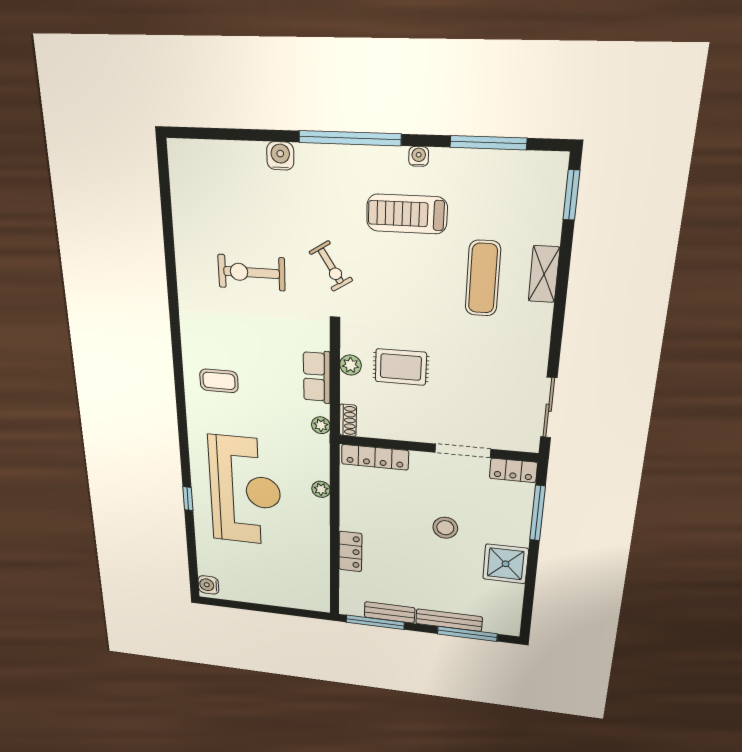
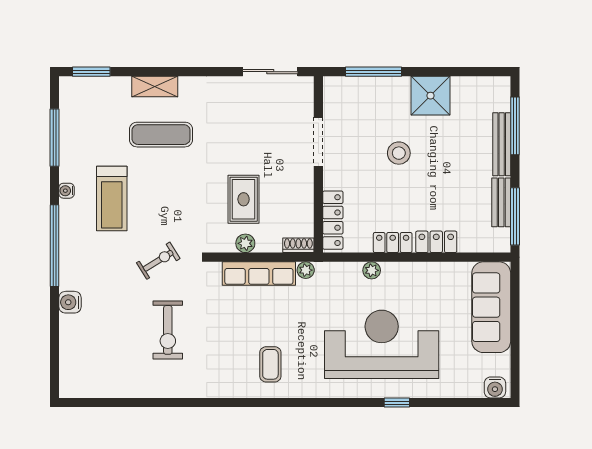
row of seats: (317, 377) -> (259, 274), width x1.48
locker: (513, 470) -> (393, 243), moved, turned -90
sofa: (285, 591) -> (491, 307), added

